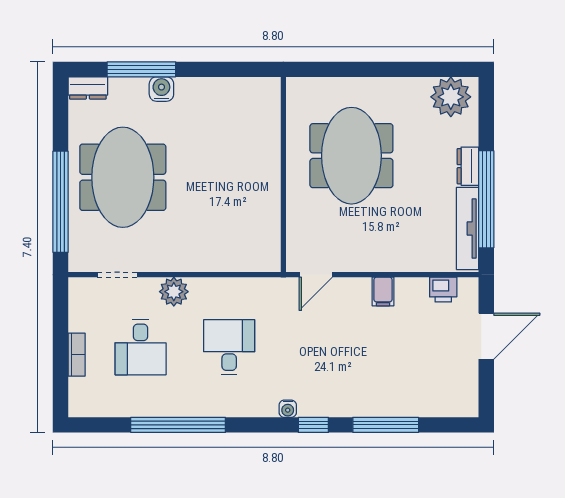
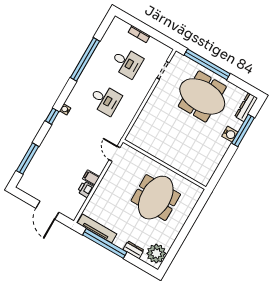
dresser: (88, 88) -> (246, 107), width x1.44
meeting table: (351, 156) -> (156, 198), turned 90
dresser: (468, 166) -> (133, 250), moved
printer: (443, 290) -> (86, 189), moved
plant: (174, 292) -> (142, 90), removed
desk: (141, 347) -> (127, 63), turned 180
window: (386, 425) -> (28, 159), moved

